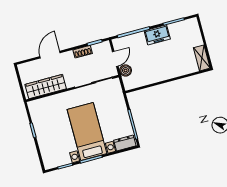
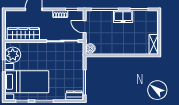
door: (115, 59) -> (85, 27), swing flipped
boiler: (126, 70) -> (90, 48), moved
plant: (40, 114) -> (13, 55), added
bed with nightstands: (87, 132) -> (27, 82), moved, turned 90

